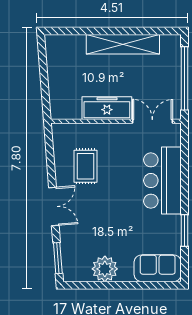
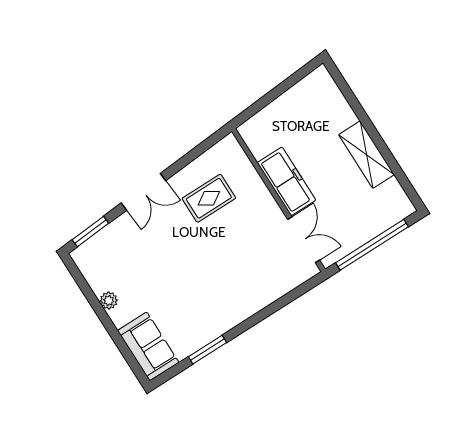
shelving: (123, 44) -> (366, 155), width x0.68
bar counter: (162, 181) -> (246, 291), removed
plant: (105, 269) -> (109, 301), width x0.53, depth x0.53

